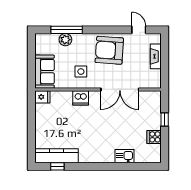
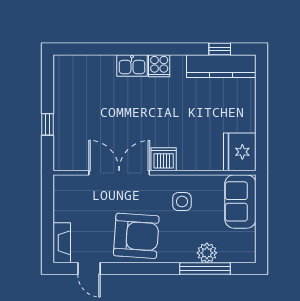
fireplace: (156, 56) -> (62, 243), moved
fridge: (42, 97) -> (240, 152), width x1.88, depth x1.34
dishwasher: (81, 98) -> (164, 159), moved
cooker: (154, 137) -> (159, 66), moved, turned 90
kitchen sink: (124, 156) -> (132, 65), moved

